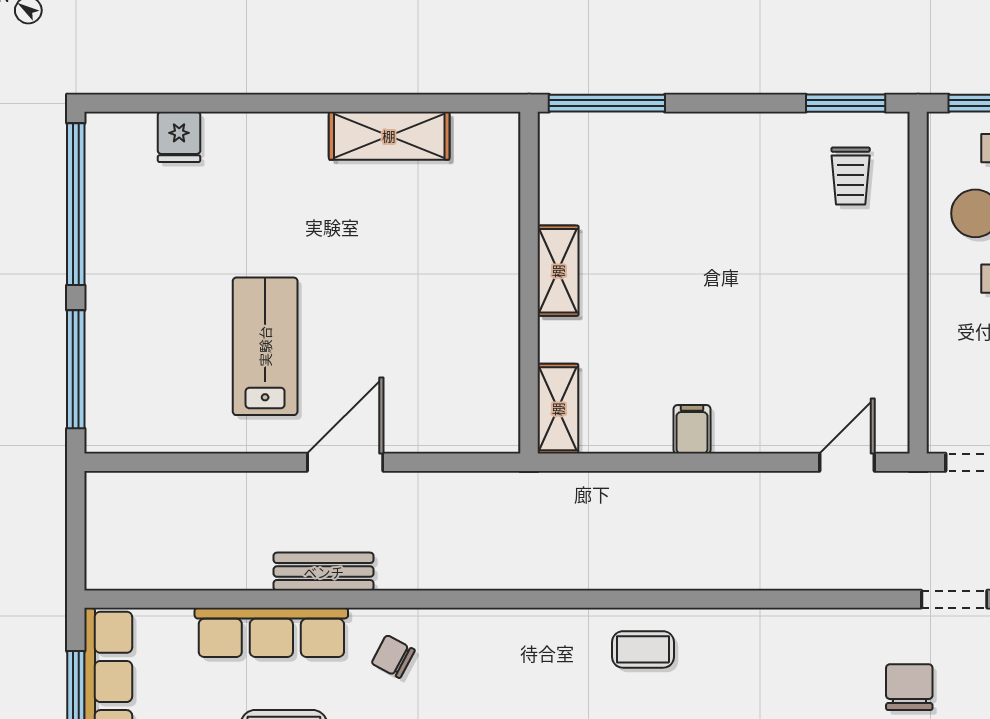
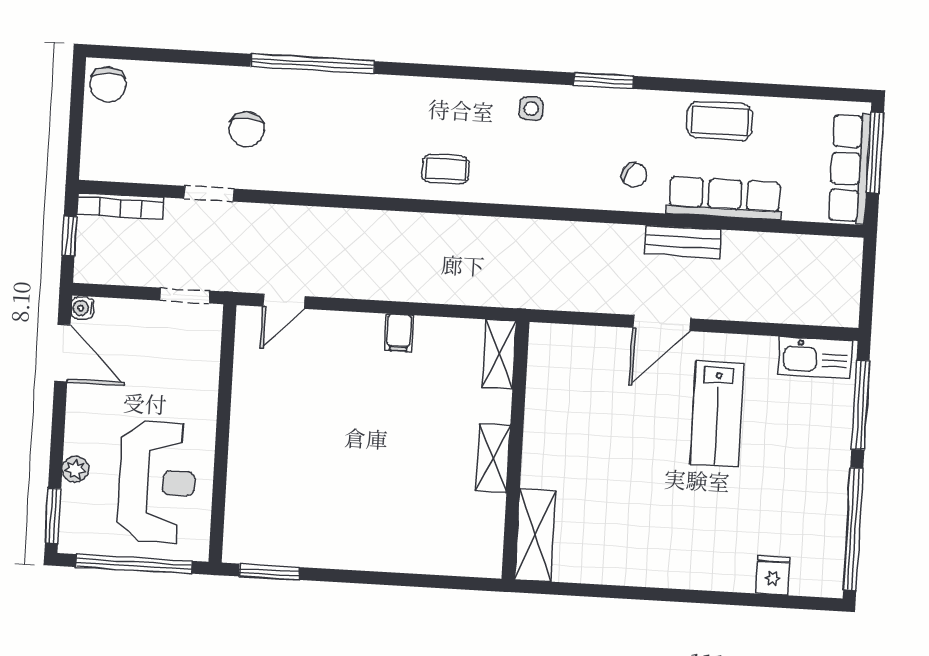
window: (607, 103) -> (449, 582), removed
shelving: (389, 136) -> (535, 535), moved, turned 90
trolley: (851, 176) -> (269, 517), removed
kitchen sink: (140, 428) -> (815, 358), added

